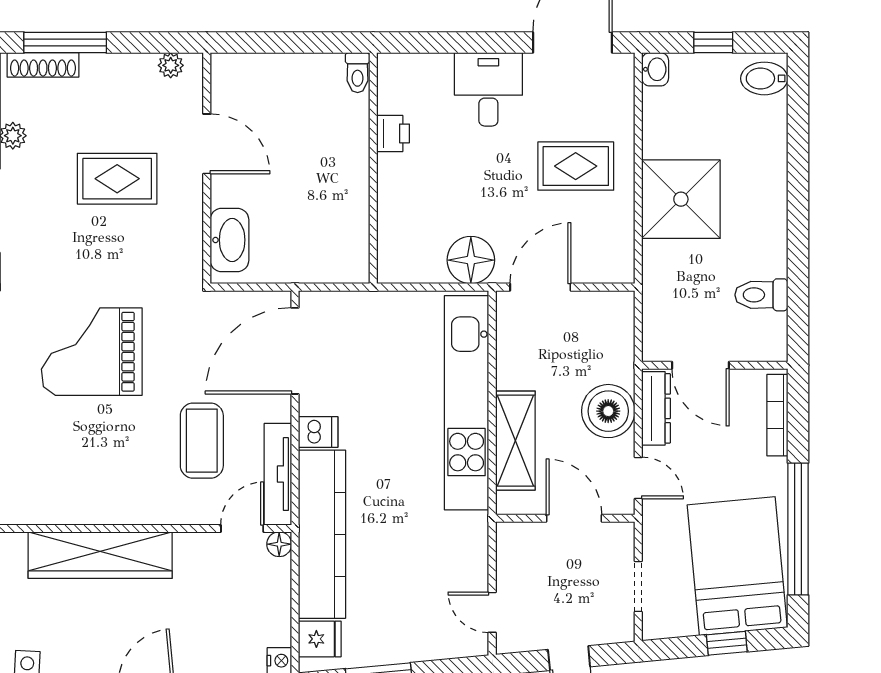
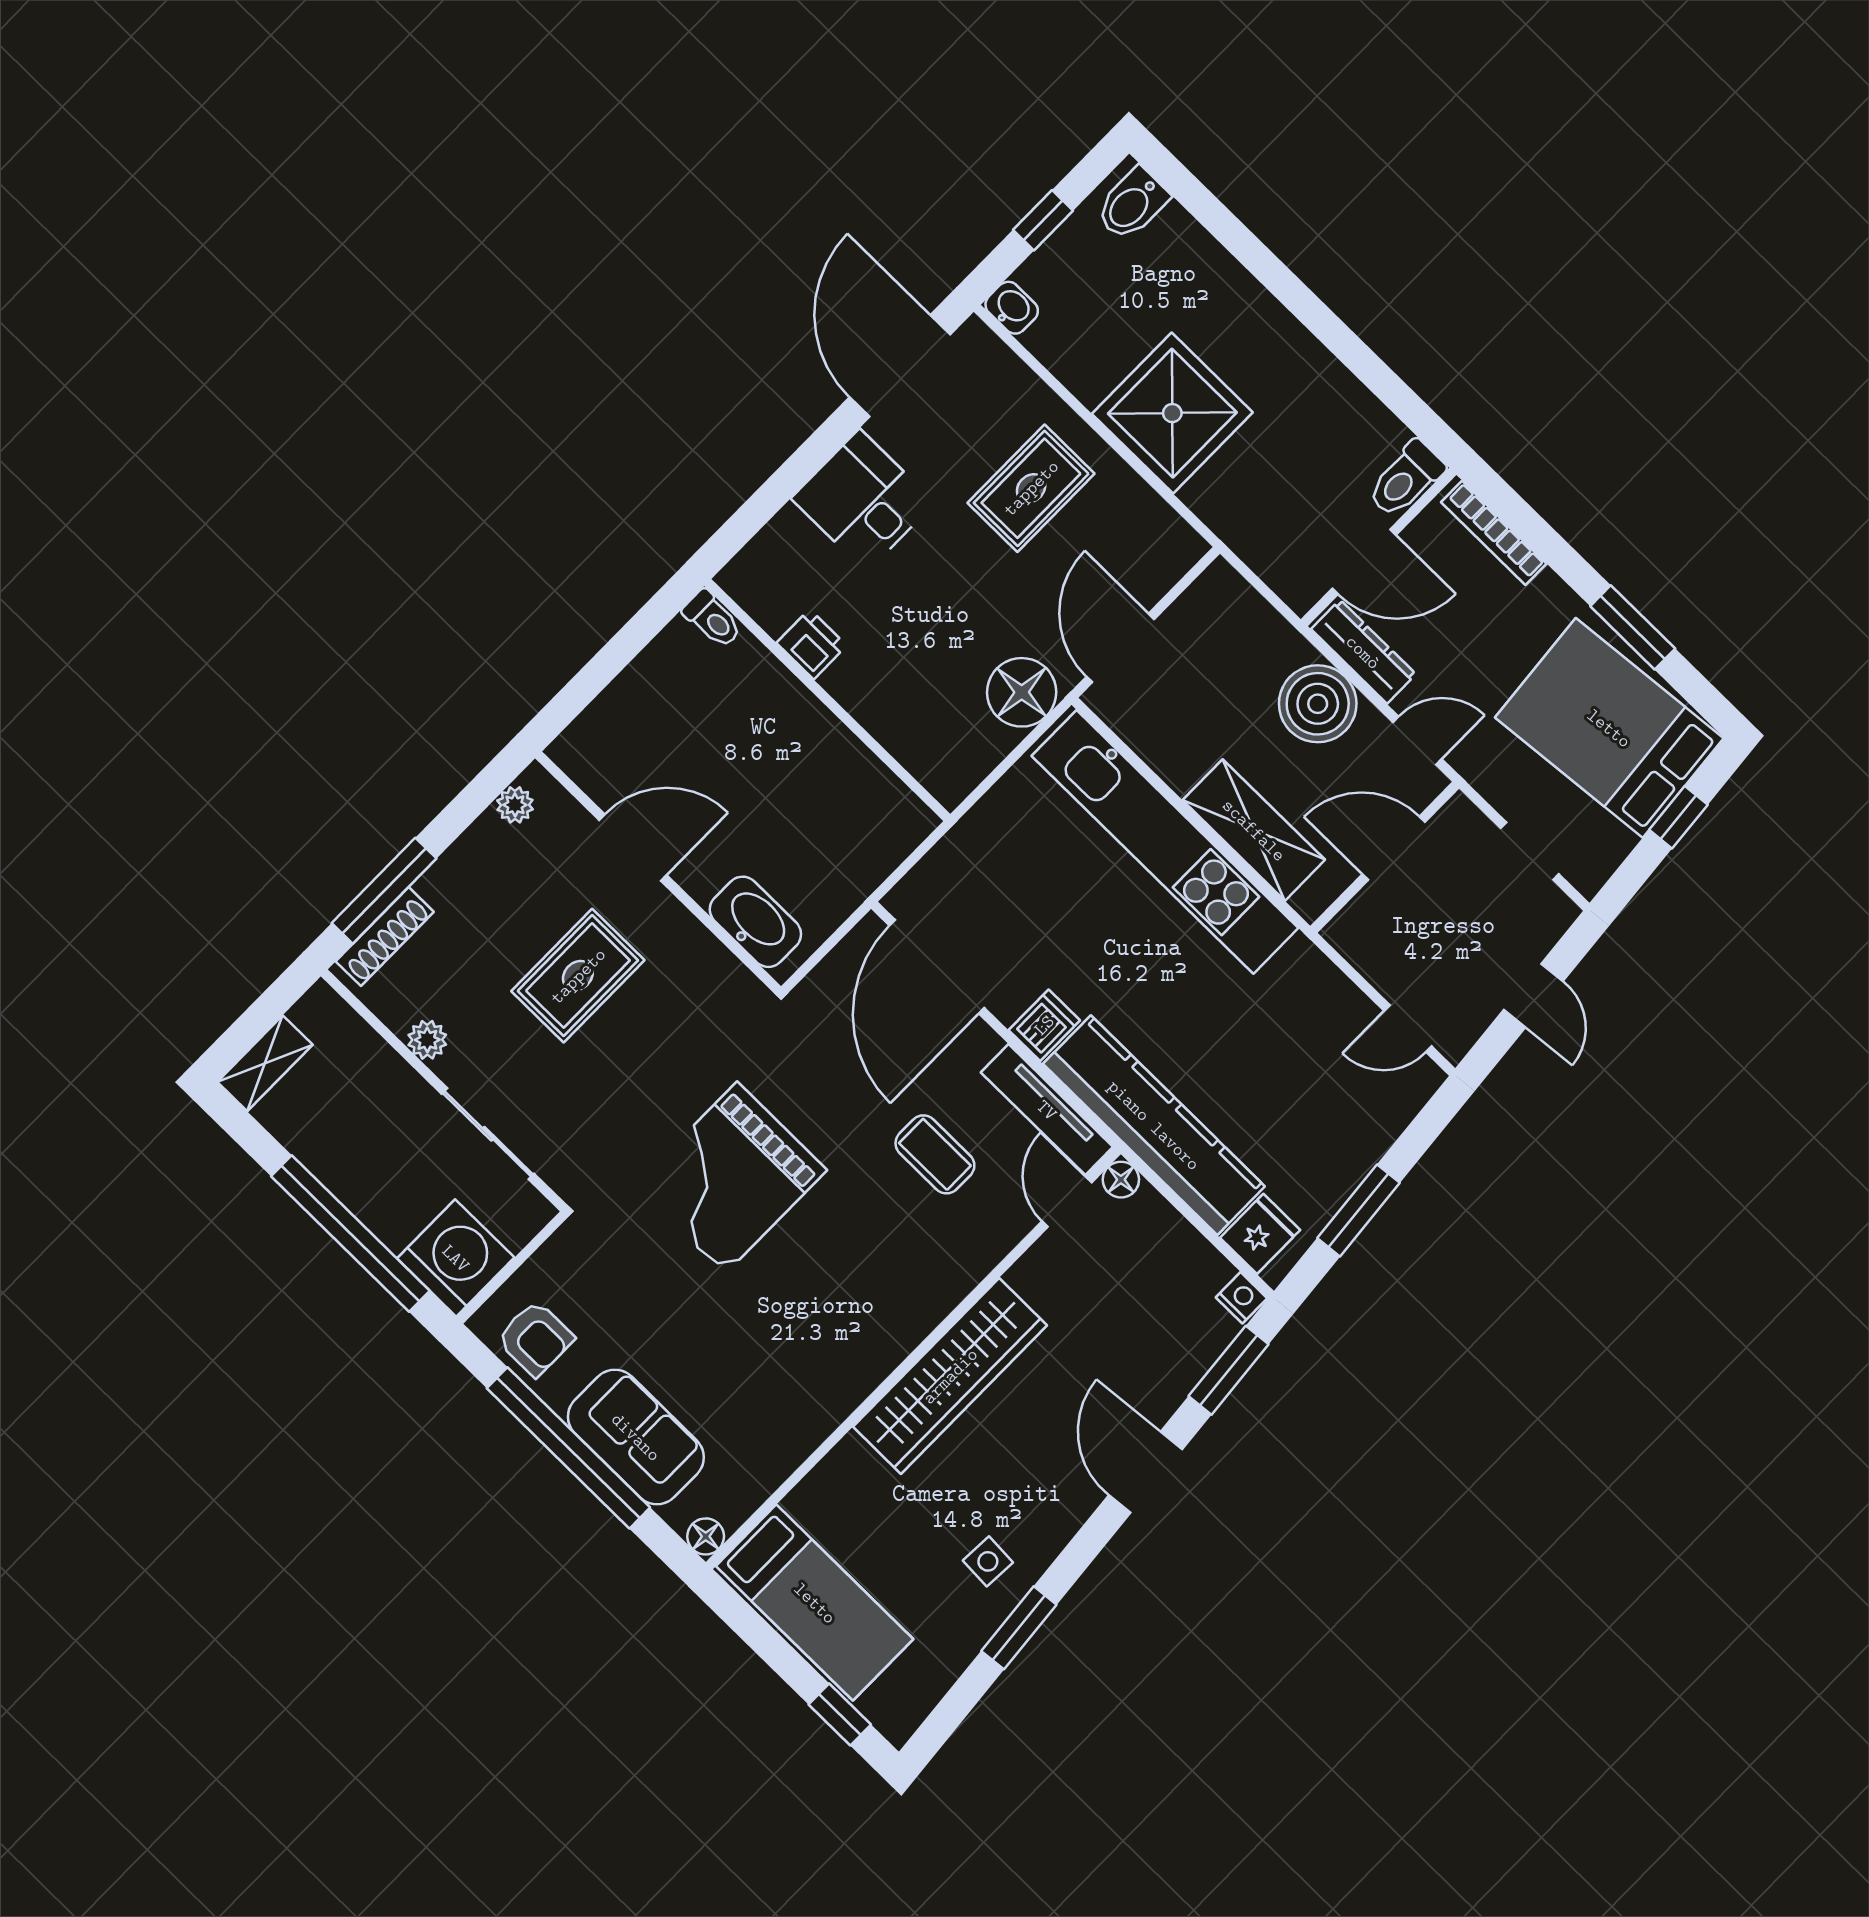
toilet: (761, 295) -> (1406, 479), moved
coffee table: (202, 441) -> (935, 1154), width x0.73, depth x0.77
window: (798, 529) -> (1633, 627), width x0.47

